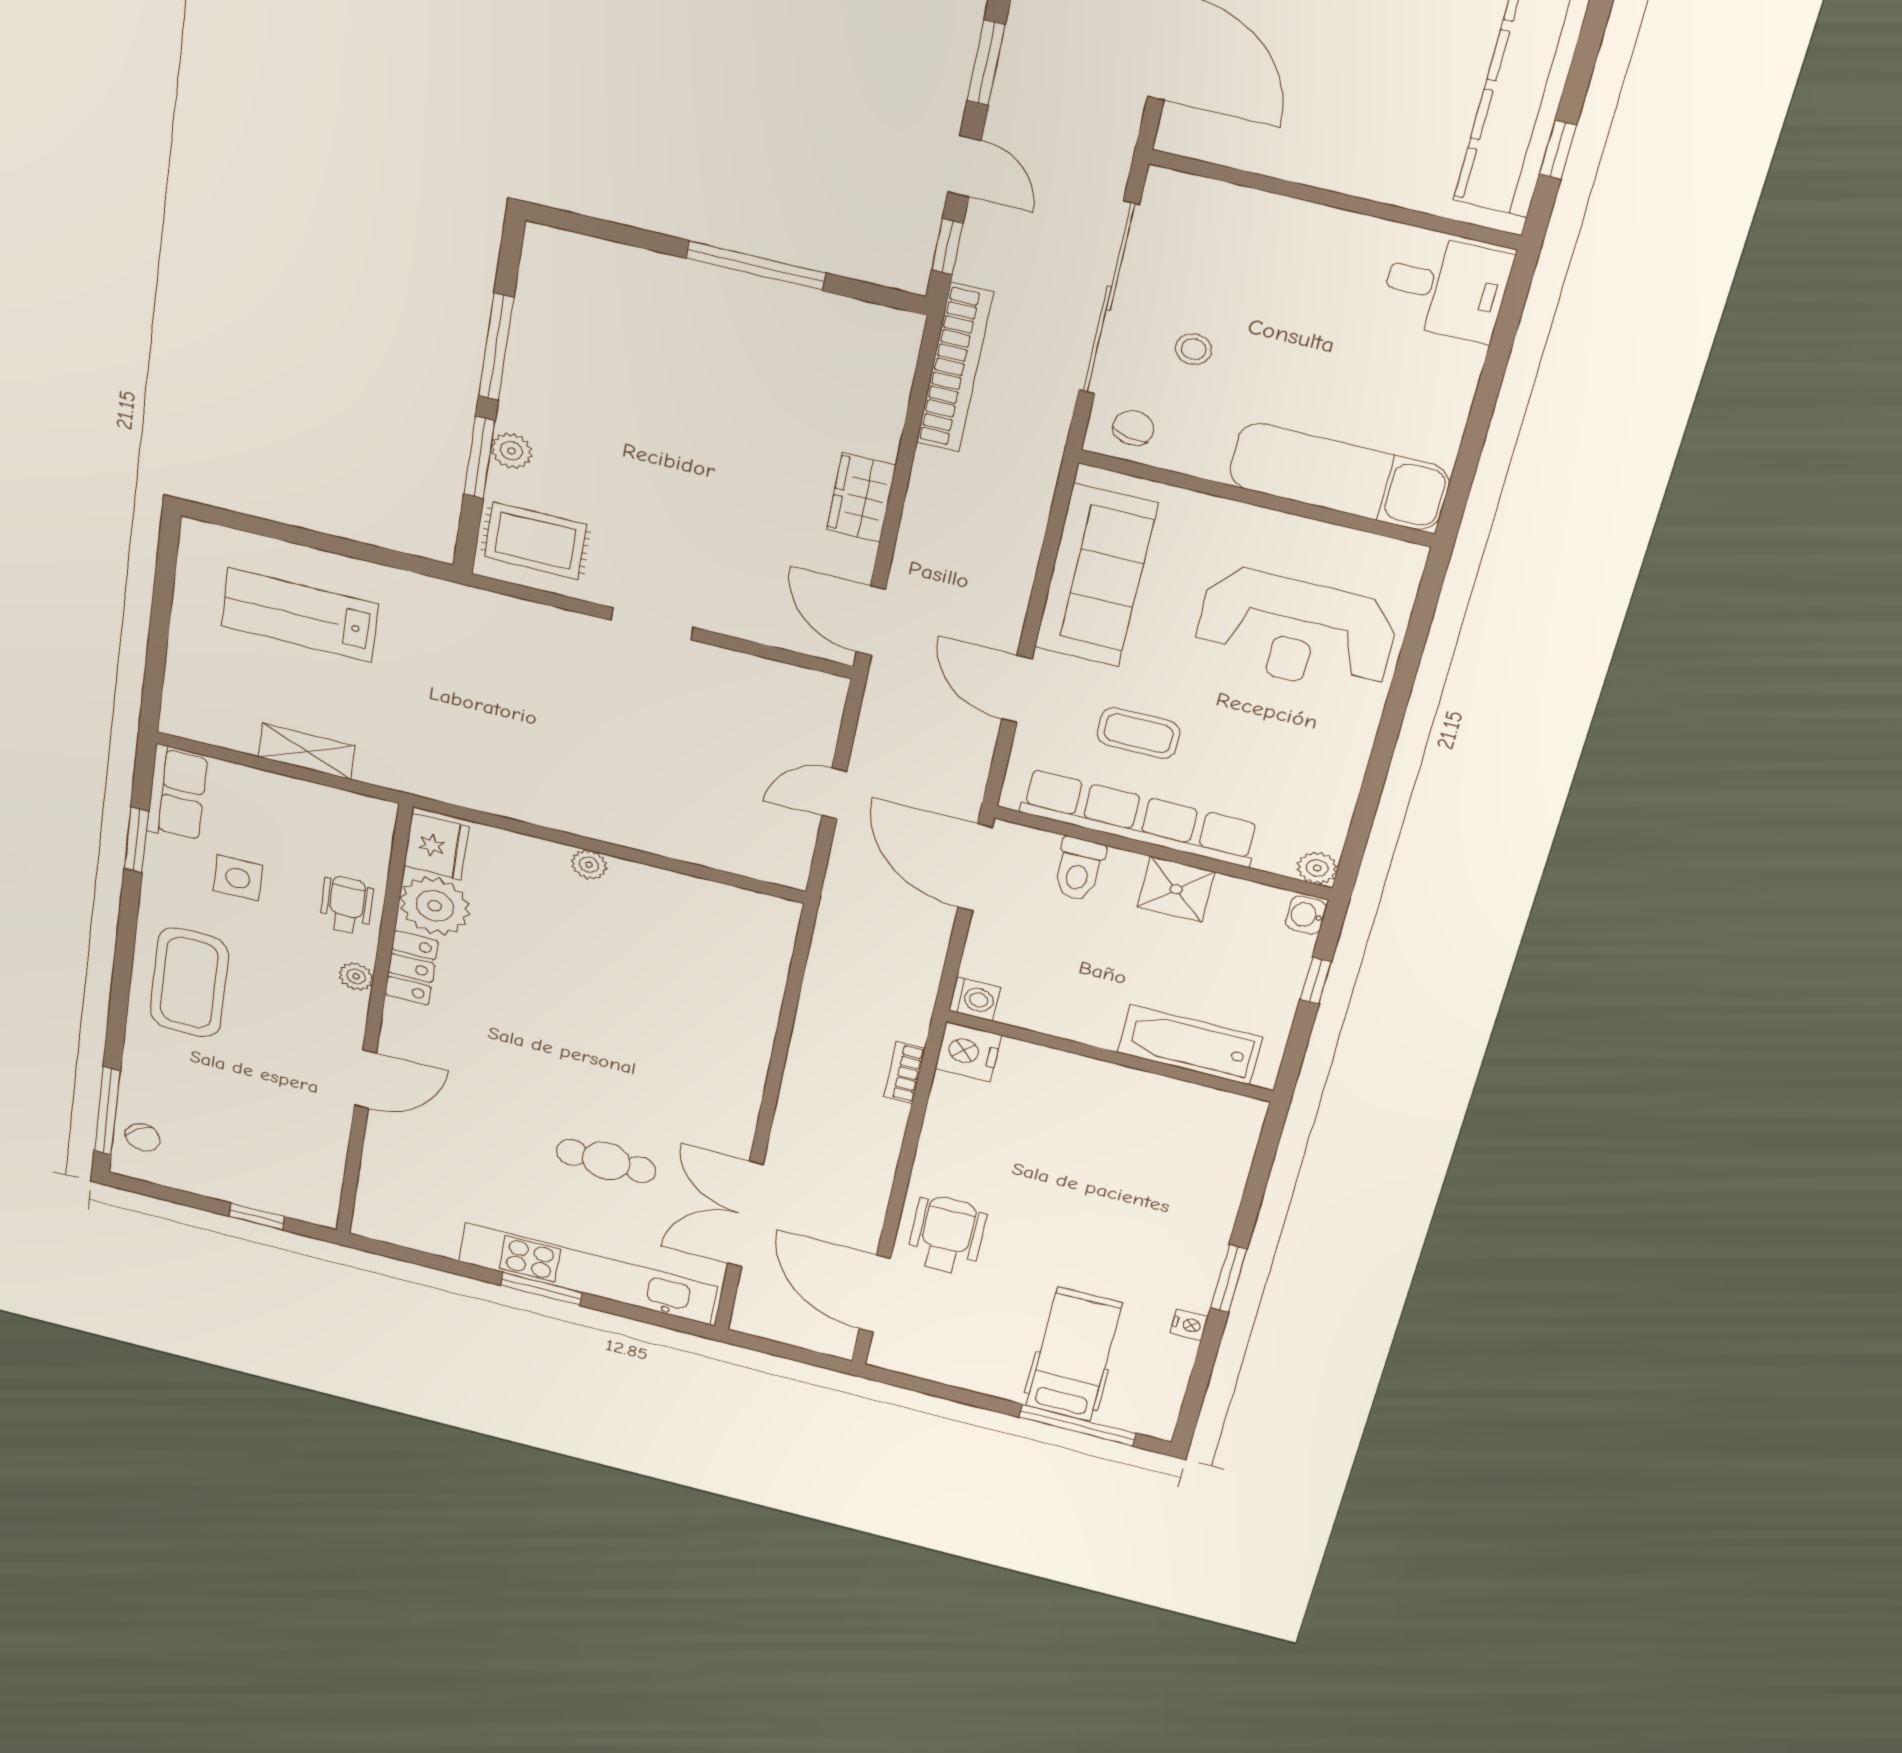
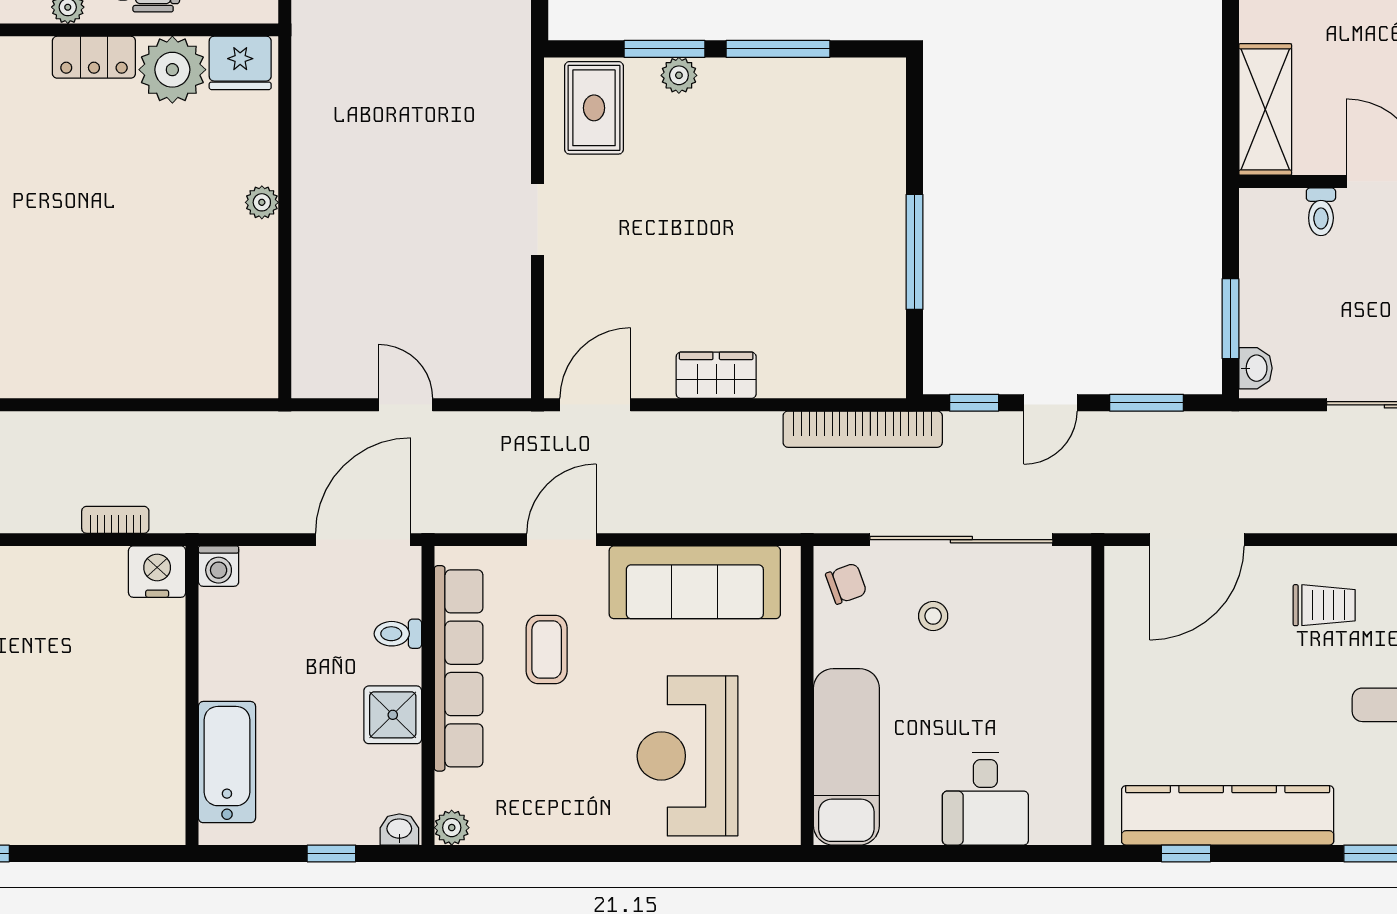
desk: (1446, 287) -> (985, 799), moved
chair: (1133, 428) -> (846, 584), turned -33
toilet: (1079, 869) -> (398, 634), width x0.73, depth x0.72

